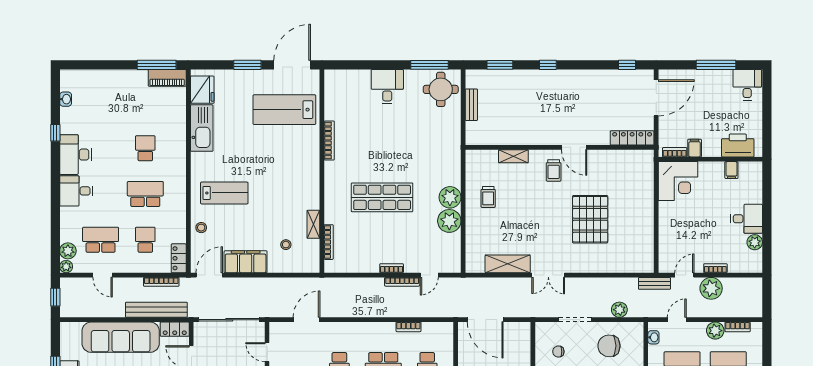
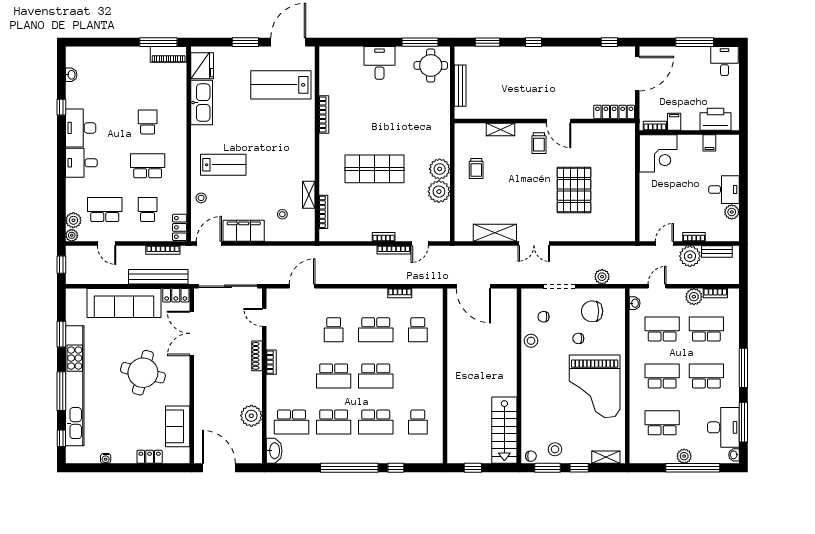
bench: (471, 105) -> (460, 86), width x1.36
bench: (654, 283) -> (717, 251), moved

